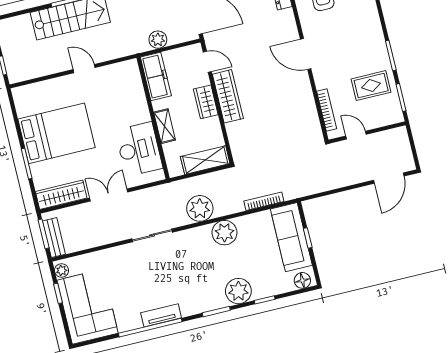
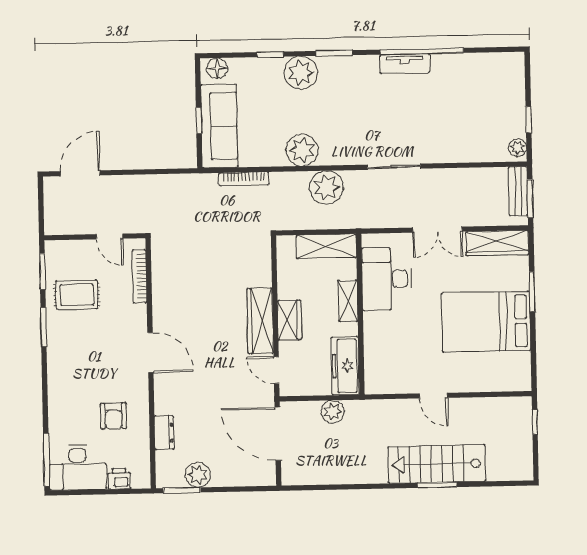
shelving: (205, 160) -> (326, 246), moved
corner sofa: (87, 307) -> (495, 95), removed

